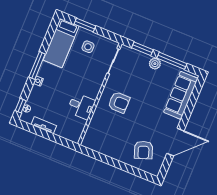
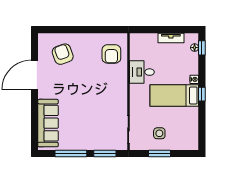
window: (85, 25) -> (159, 153), moved
bed: (61, 43) -> (174, 95), moved, turned -90
plant: (155, 64) -> (87, 144), removed
window: (37, 66) -> (202, 94), width x0.46
armchair: (119, 102) -> (111, 54), moved, turned -90

